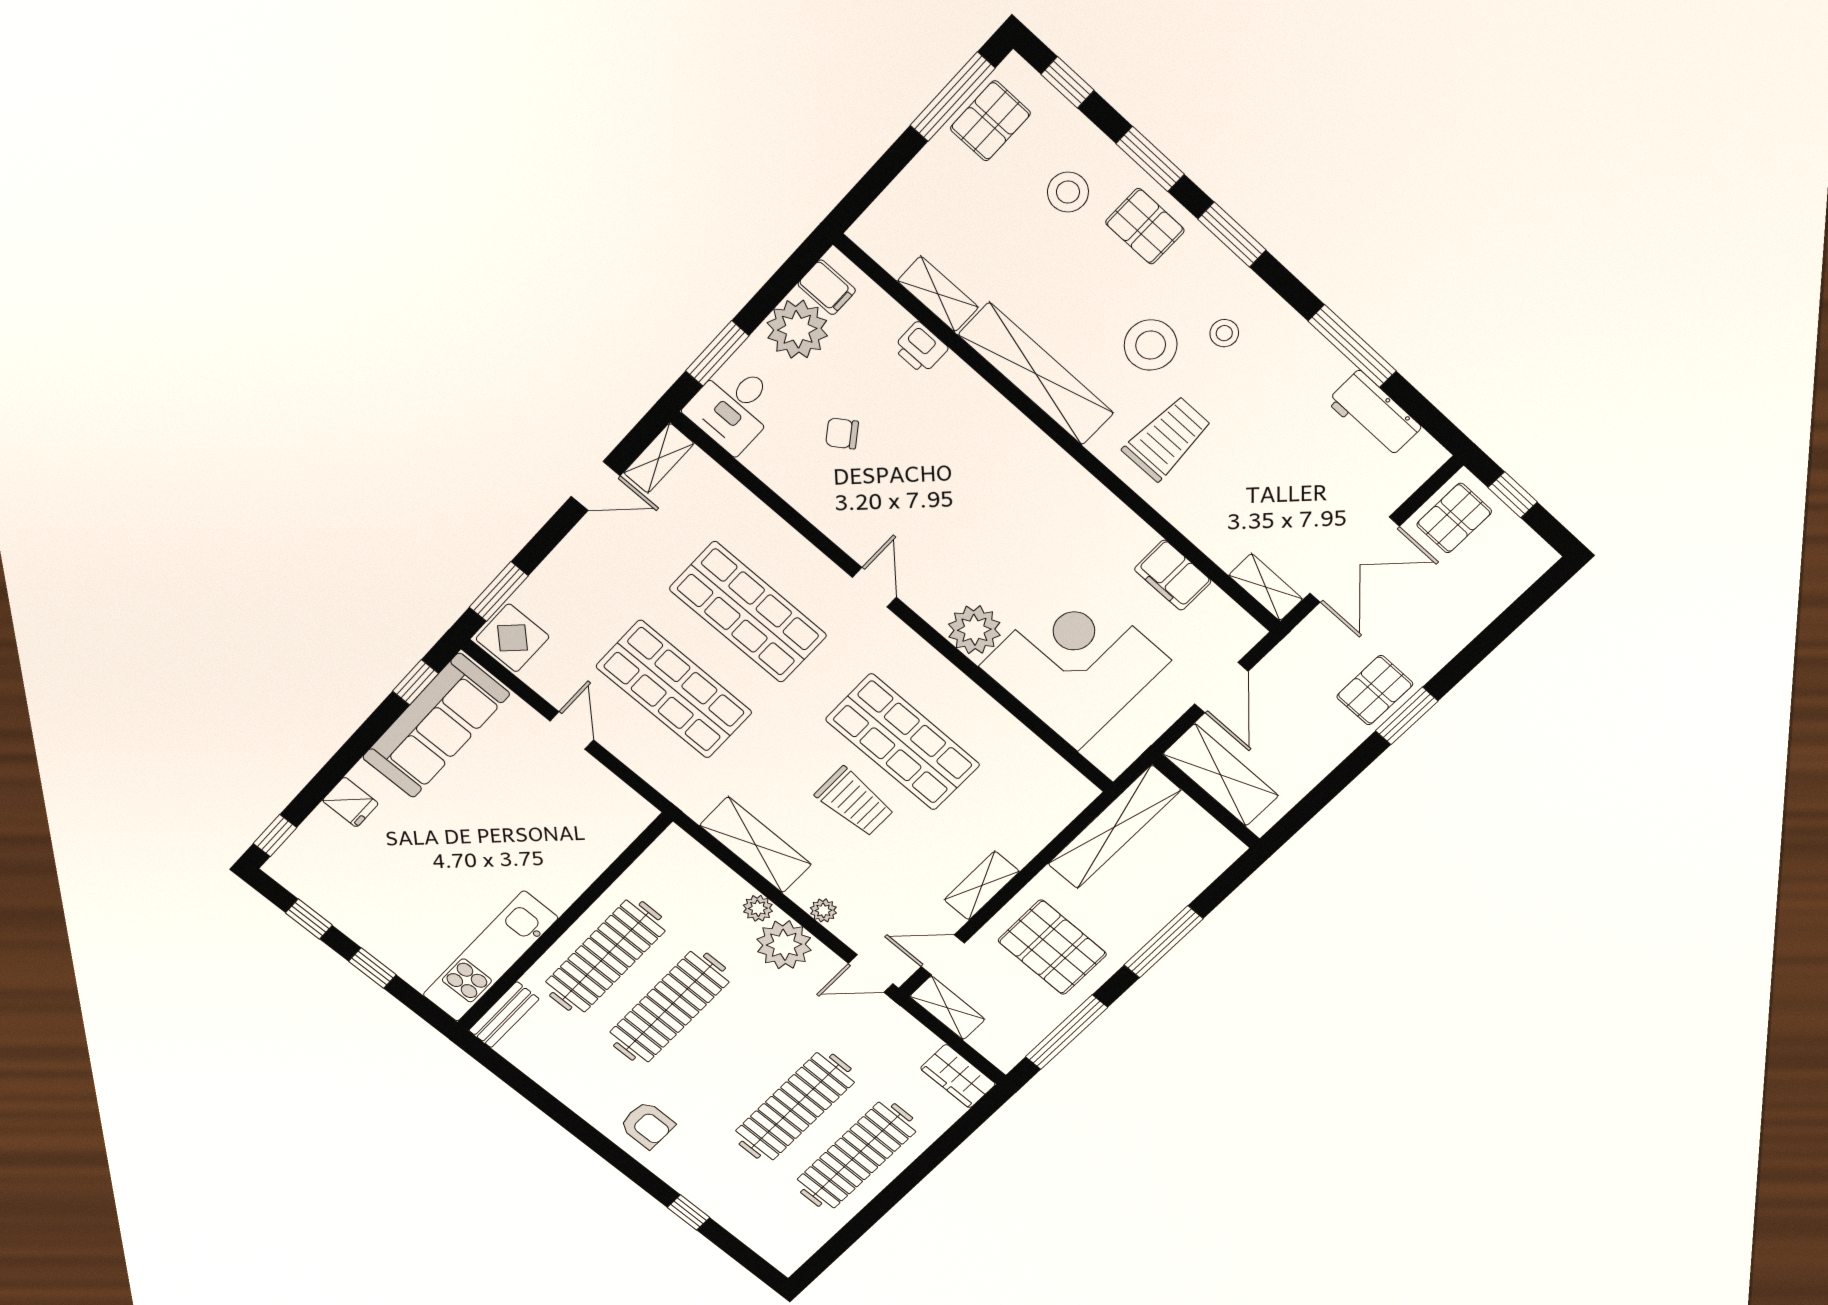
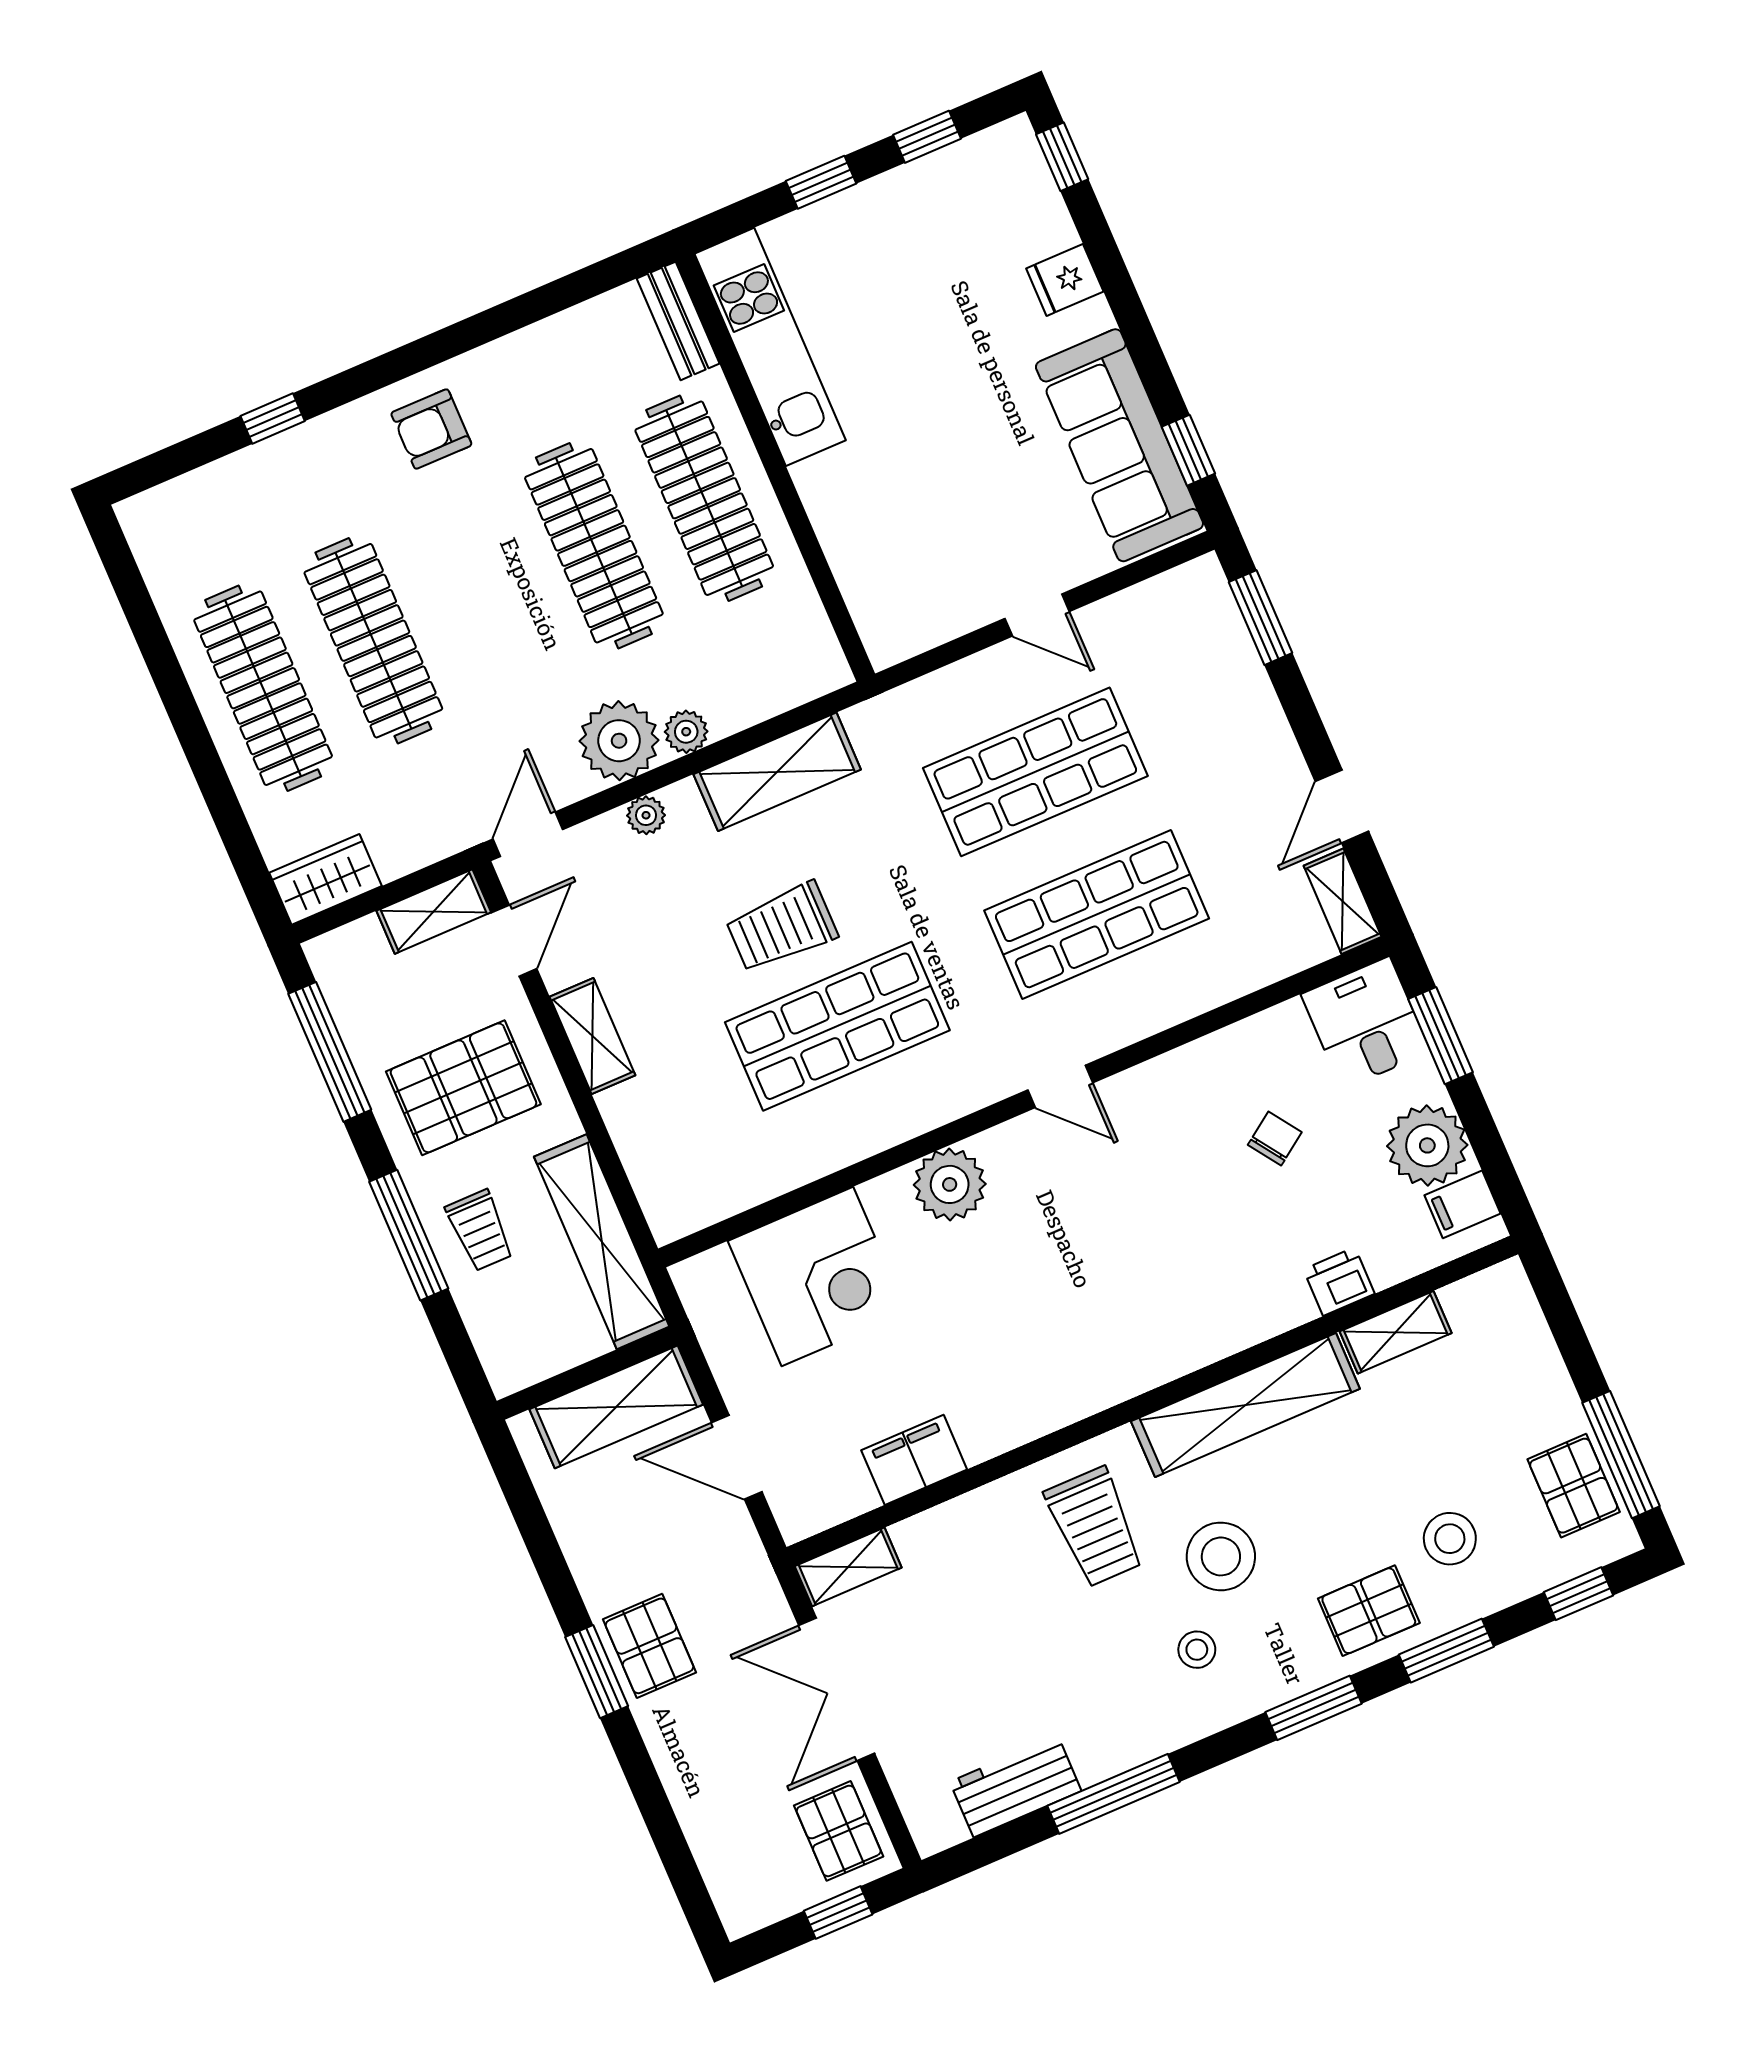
display table: (513, 638) -> (1193, 603), removed
corner desk: (1075, 663) -> (817, 1277), width x0.74, depth x0.74
trolley: (1141, 902) -> (480, 1230), added

